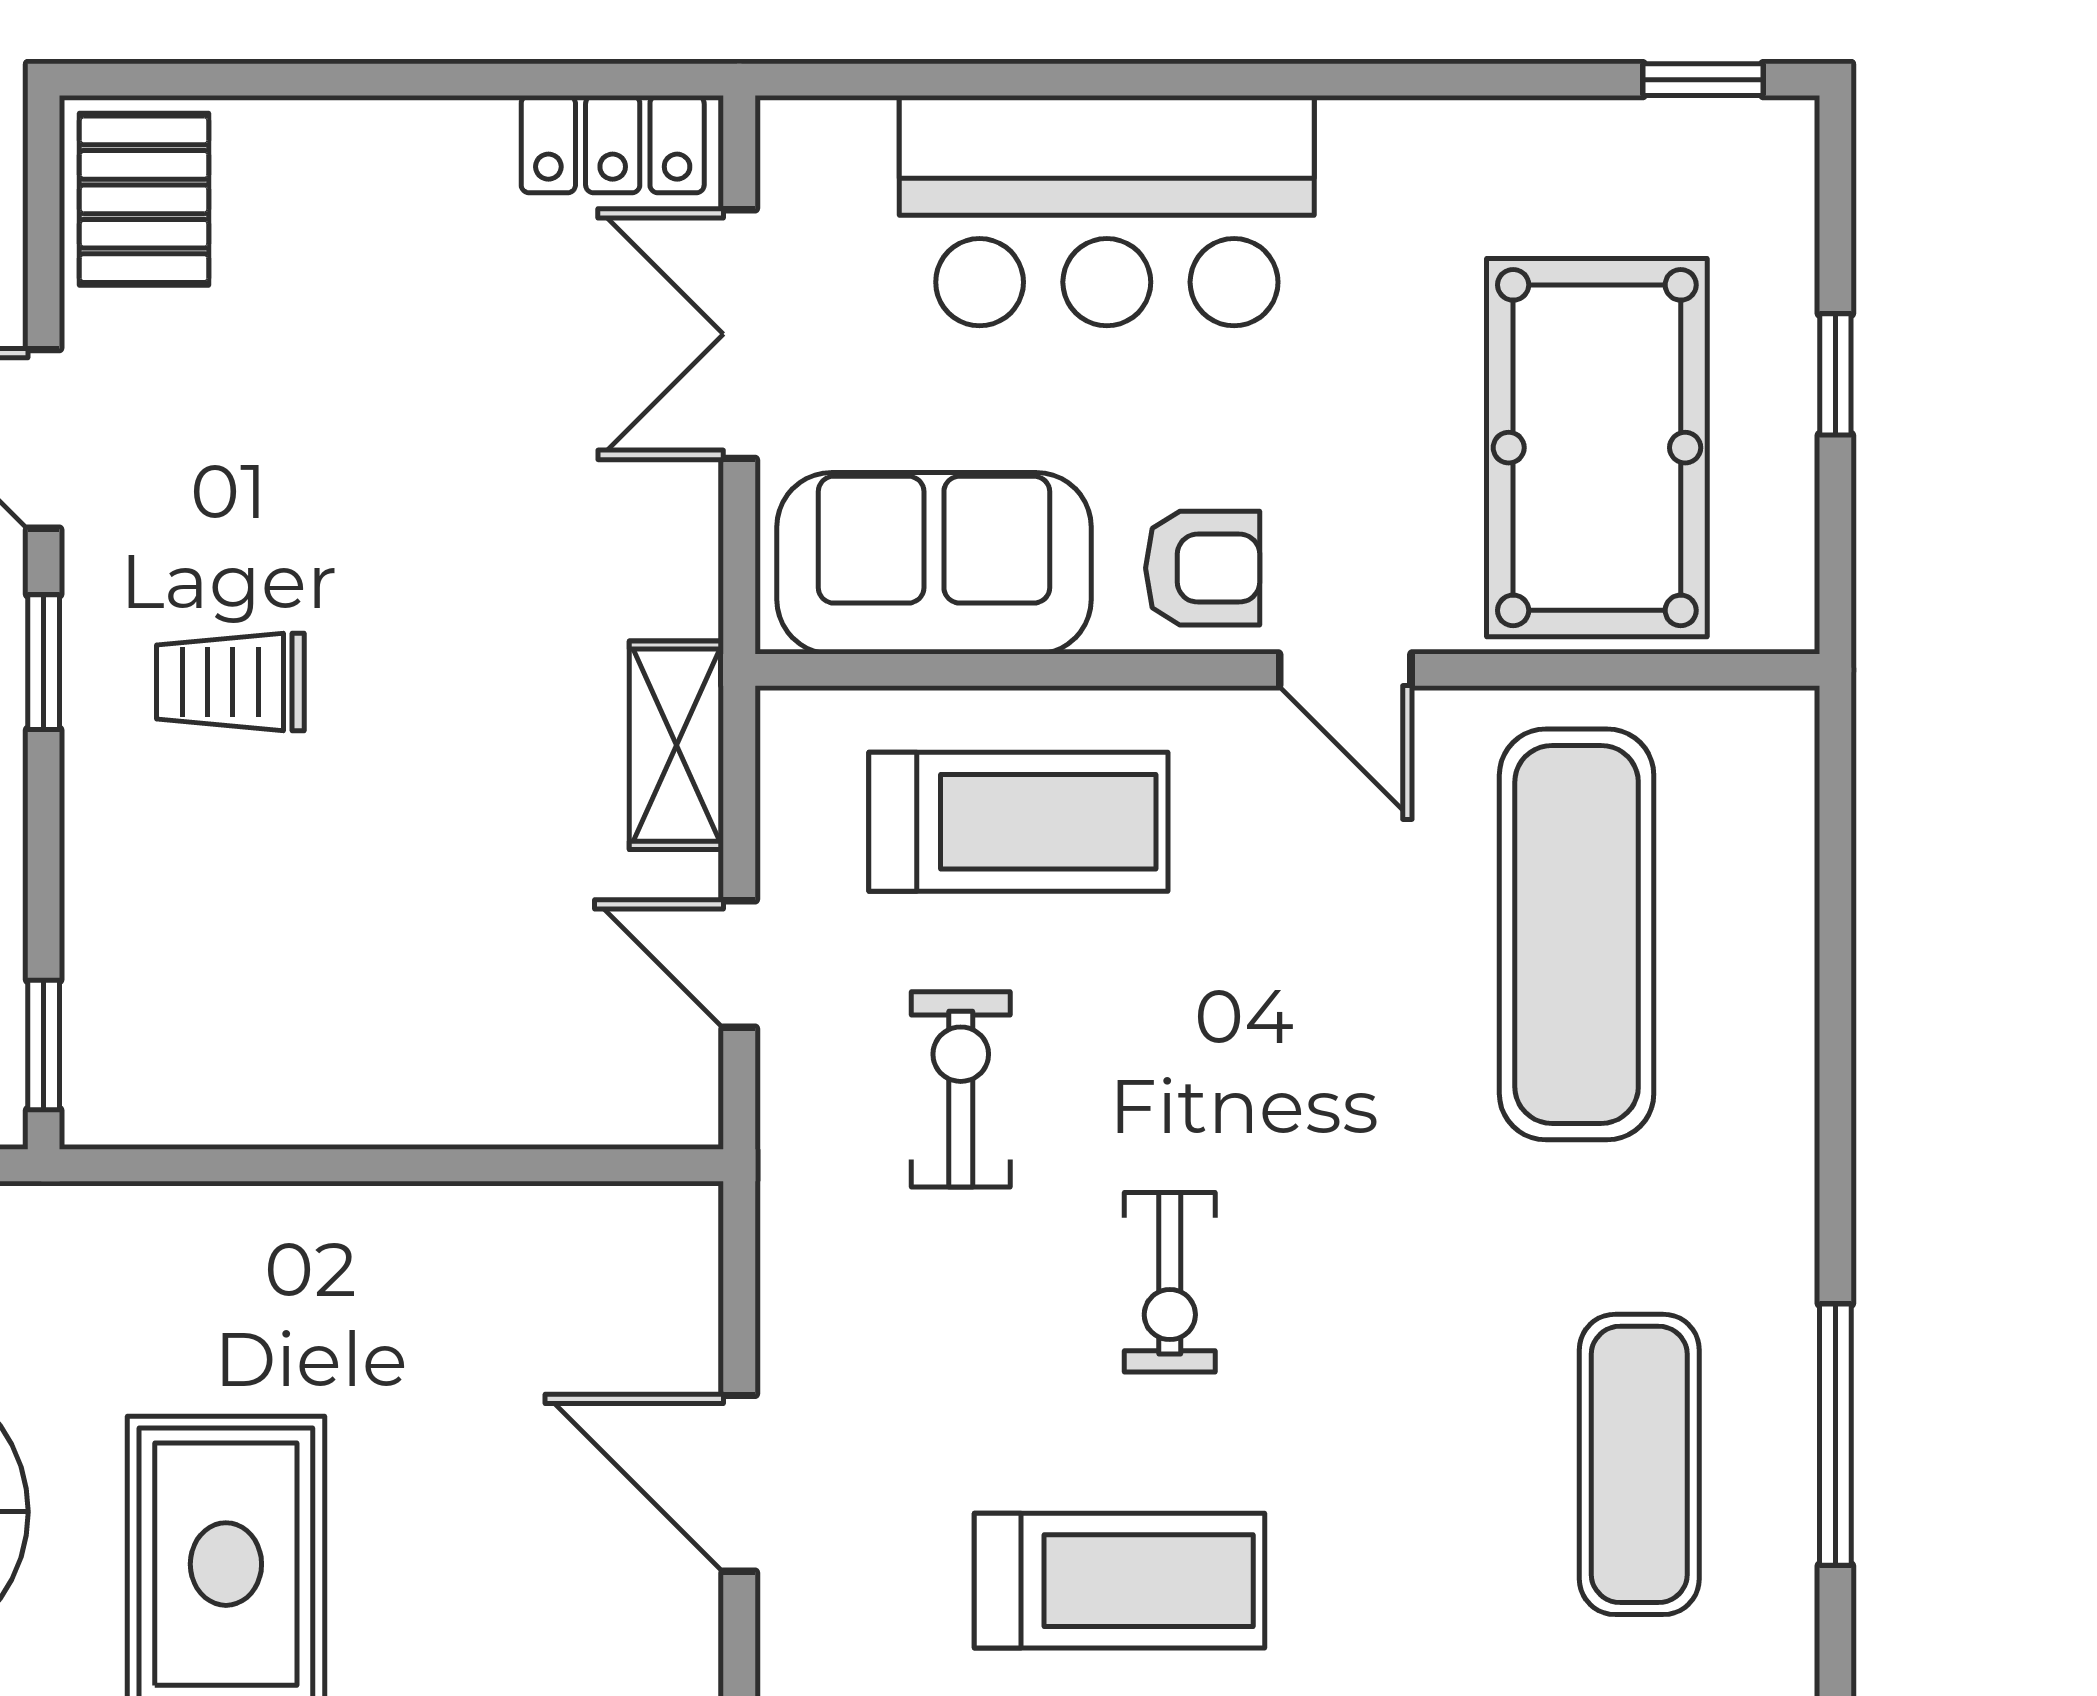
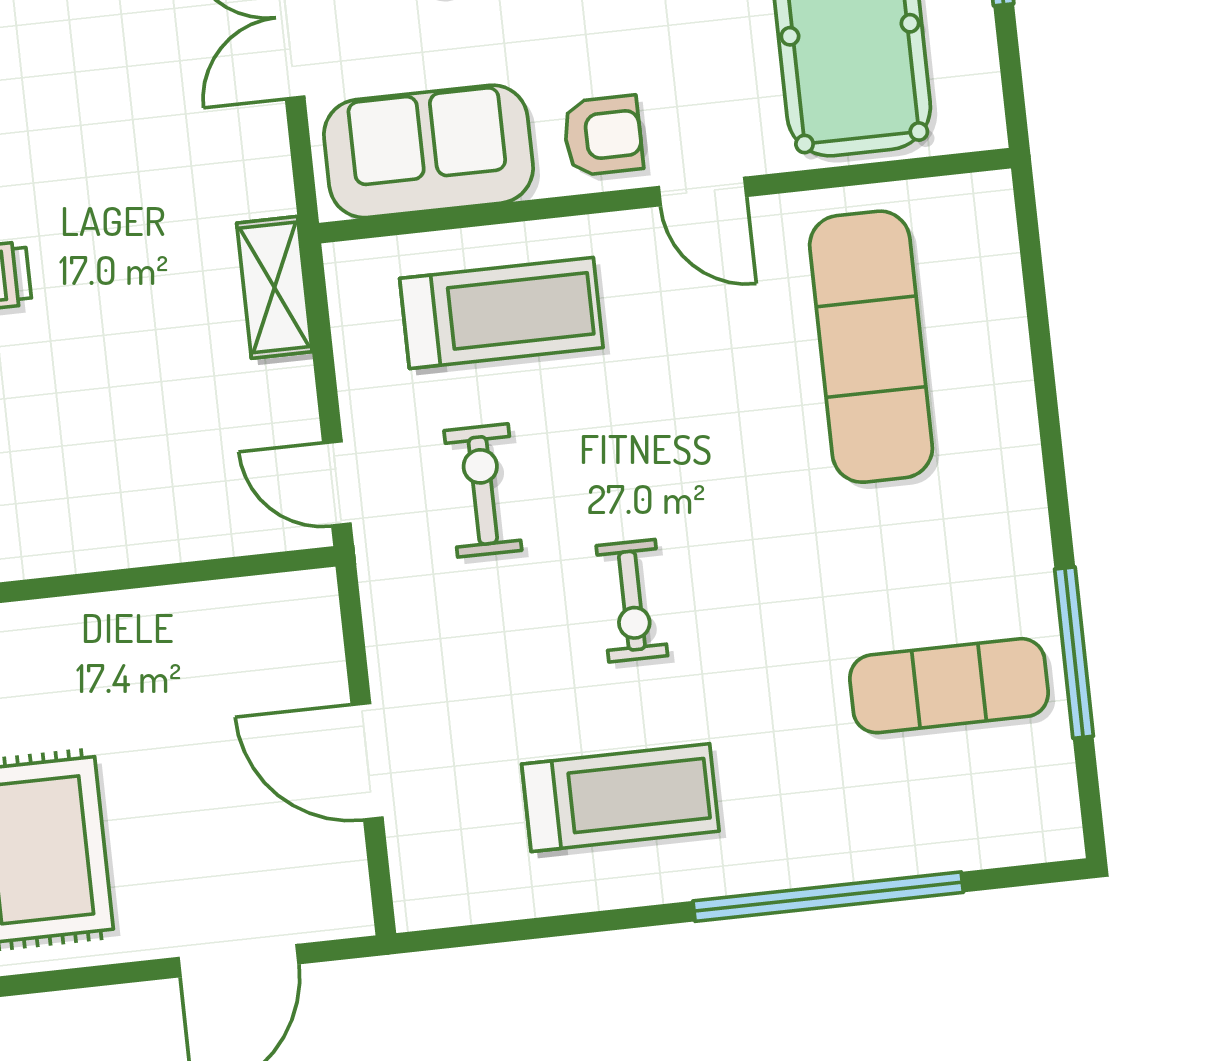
door: (739, 964) -> (337, 483), moved
exercise mat: (1639, 1464) -> (949, 686), turned 90

